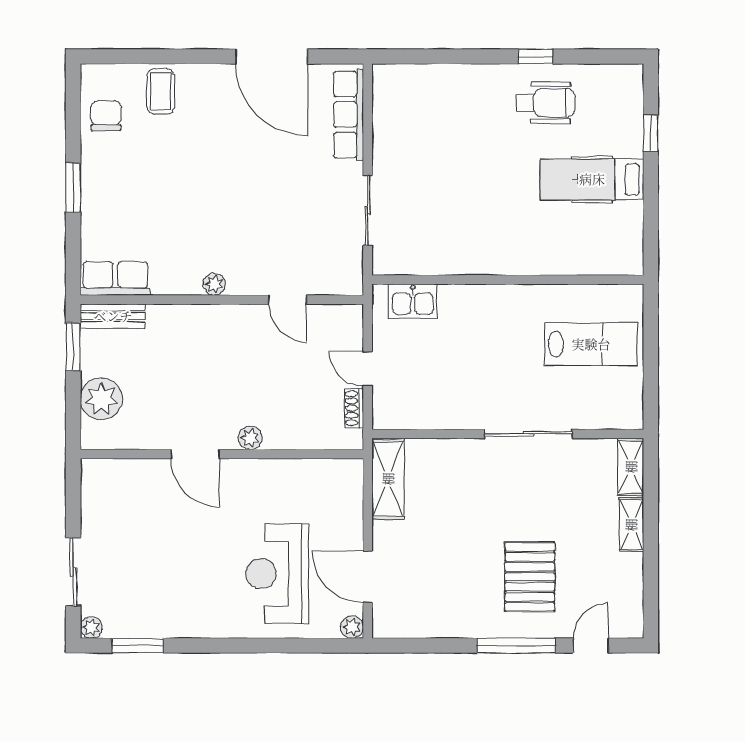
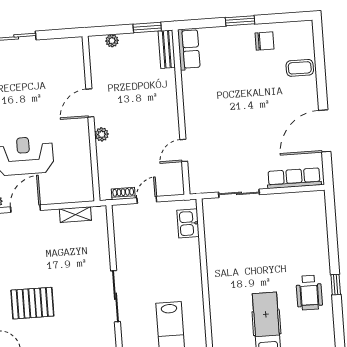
chair: (106, 116) -> (264, 41), moved
plant: (214, 284) -> (190, 107), removed
plant: (101, 399) -> (112, 41), width x0.53, depth x0.53
shelving: (388, 479) -> (75, 215), width x0.67, depth x0.75

